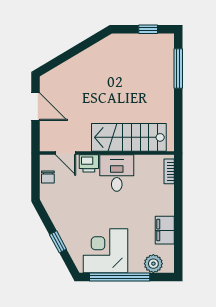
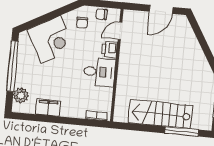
stairs: (129, 137) -> (160, 114), moved, turned -90
chair: (60, 199) -> (82, 23), added
window: (58, 242) -> (47, 17), removed
corner desk: (106, 251) -> (51, 39), moved, turned 62

